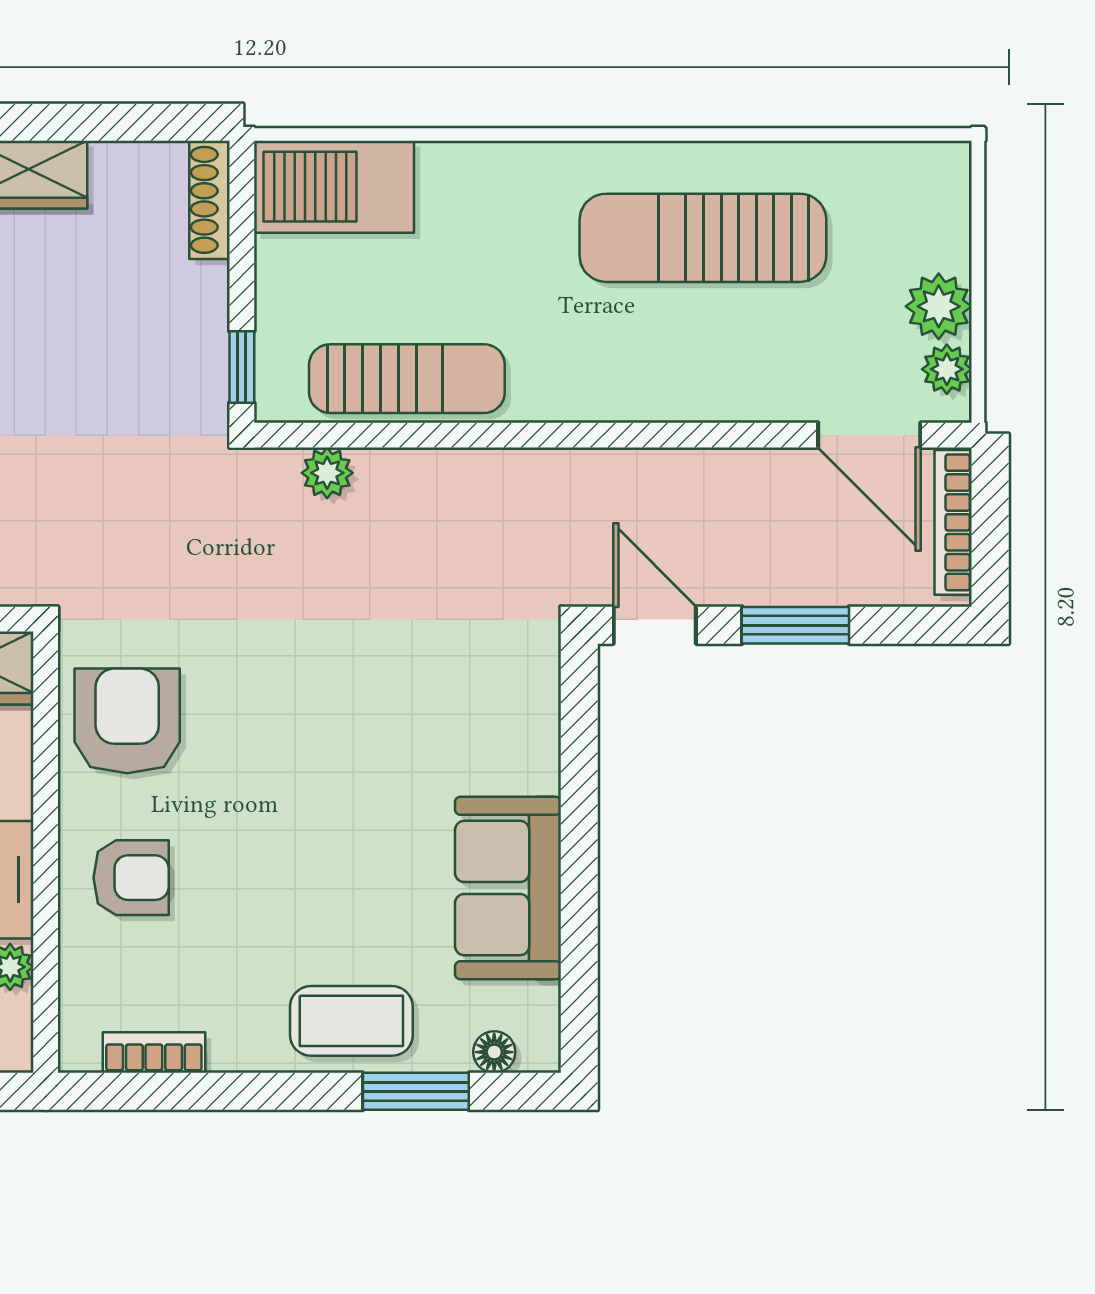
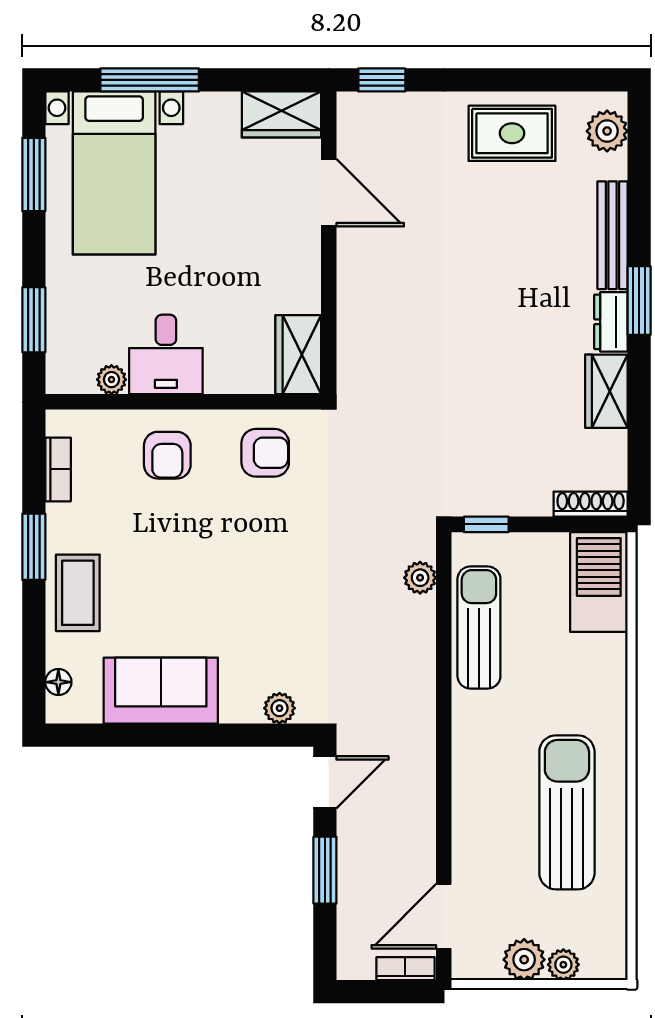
plant: (947, 369) -> (563, 965), moved
sun lounger: (407, 379) -> (479, 628), turned 180
bookcase: (953, 522) -> (405, 969), width x0.64
plant: (536, 698) -> (280, 708), added
armchair: (127, 721) -> (265, 453), width x0.72, depth x0.72
window: (416, 1091) -> (34, 547), moved

